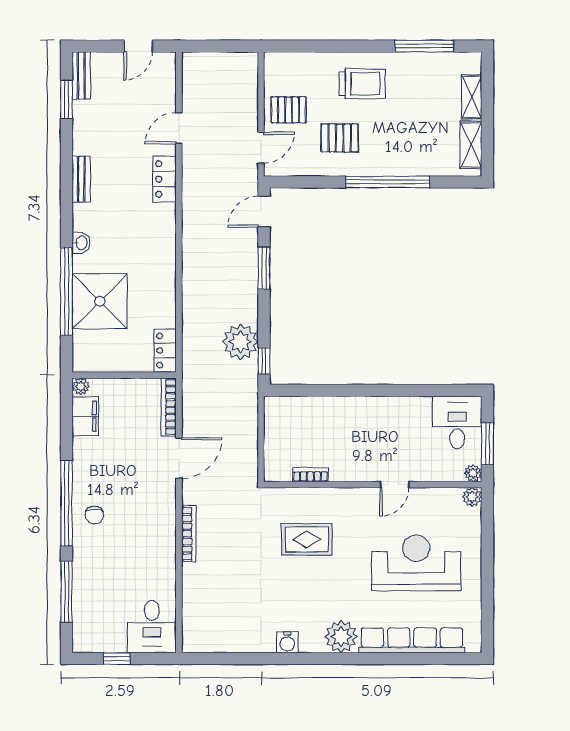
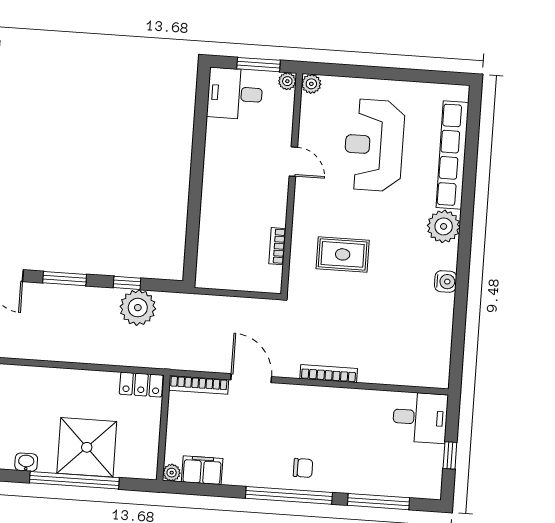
window: (264, 361) -> (127, 283), moved
rug: (307, 539) -> (343, 254), turned 90

